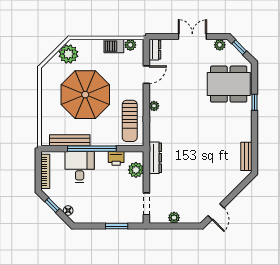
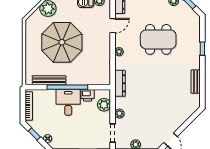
dining table: (229, 84) -> (158, 39), moved
sun lounger: (130, 121) -> (99, 64), removed
bench: (246, 156) -> (196, 82), moved
dresser: (155, 158) -> (120, 83), moved
desk: (80, 167) -> (68, 102), moved
plant: (155, 180) -> (119, 114), added

